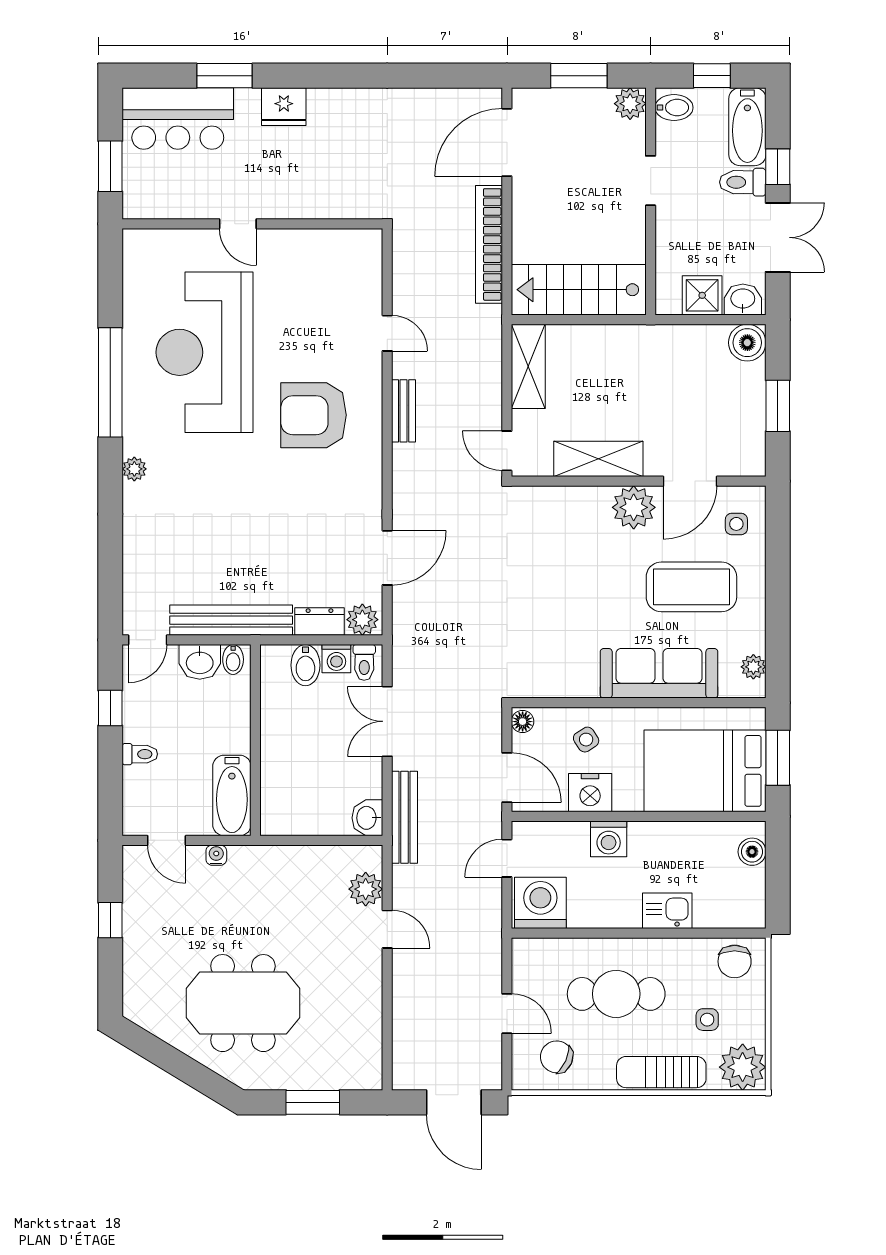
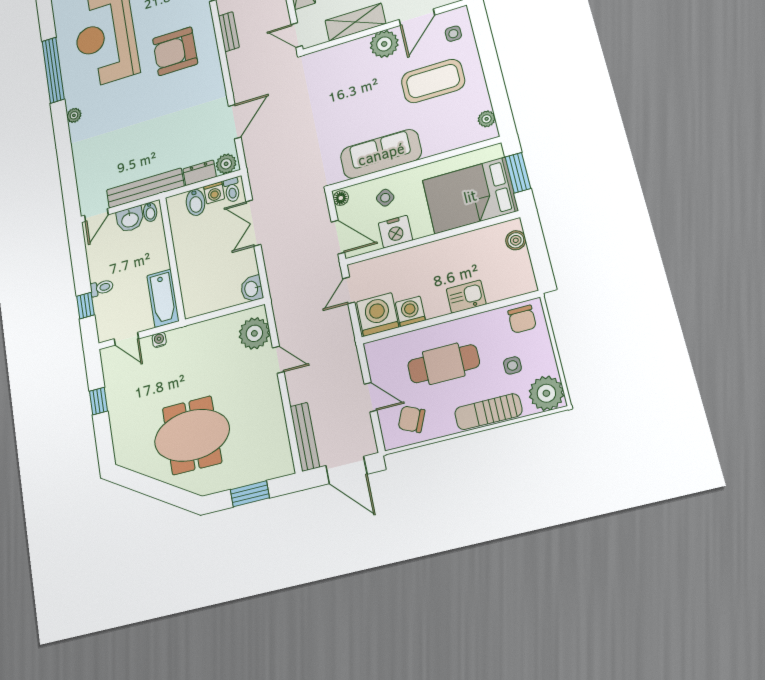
sofa: (659, 673) -> (381, 154), moved
window: (110, 708) -> (85, 306), moved
bench: (405, 817) -> (305, 437), moved
washing machine: (609, 839) -> (410, 311), moved, turned 180
plant: (366, 889) -> (254, 333), width x1.36, depth x1.36

